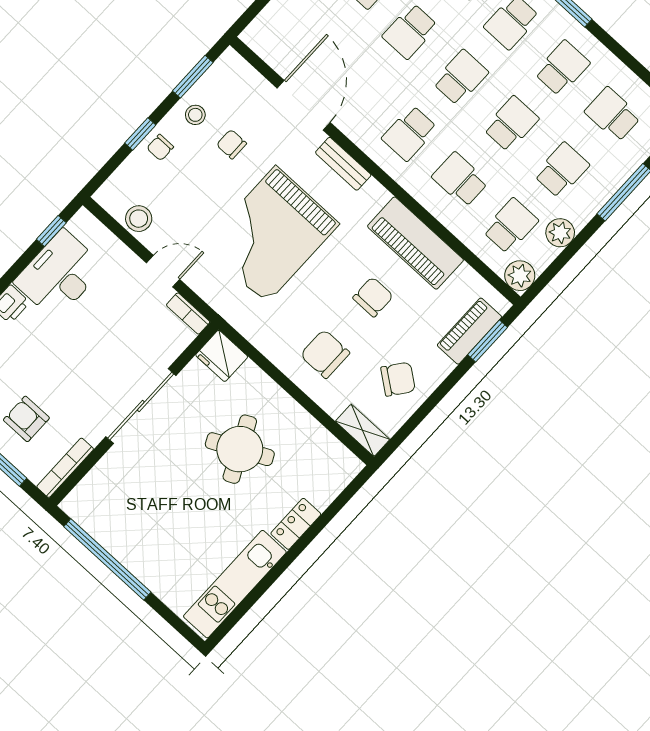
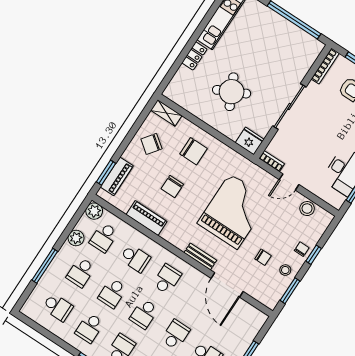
piano: (415, 243) -> (147, 218), width x0.73, depth x0.75

